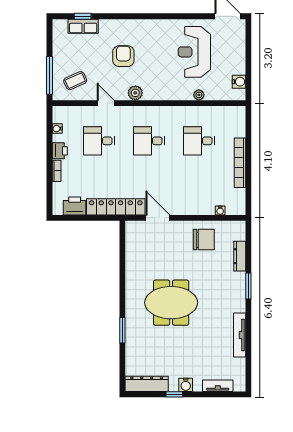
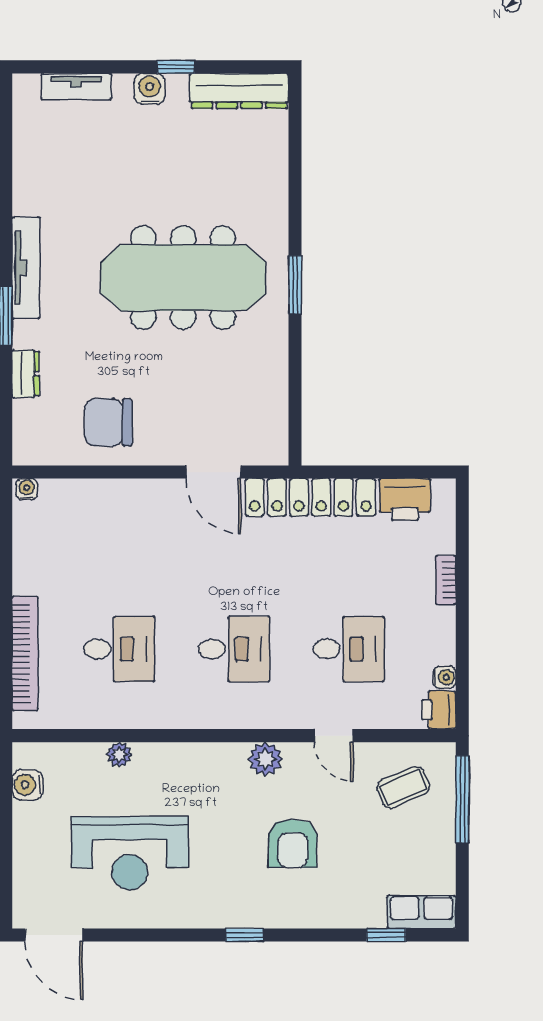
window: (144, 16) -> (245, 935), added
row of seats: (83, 26) -> (421, 912), moved
reception desk: (194, 52) -> (130, 853), turned 90
printer: (60, 151) -> (439, 710), moved
bookcase: (240, 163) -> (25, 653), moved
water cooler: (220, 210) -> (27, 489), moved
dresser: (240, 256) -> (26, 374), width x0.70
meeting table: (171, 303) -> (183, 278), width x1.36
window: (122, 330) -> (295, 285), moved
tv unit: (240, 335) -> (26, 268), moved

